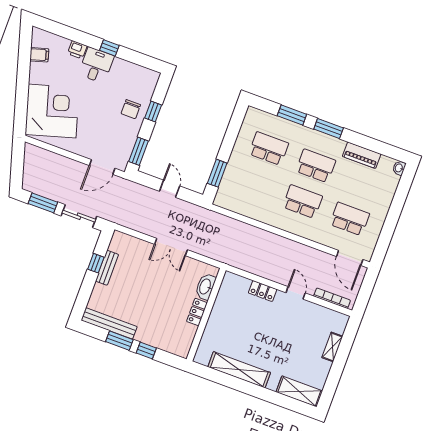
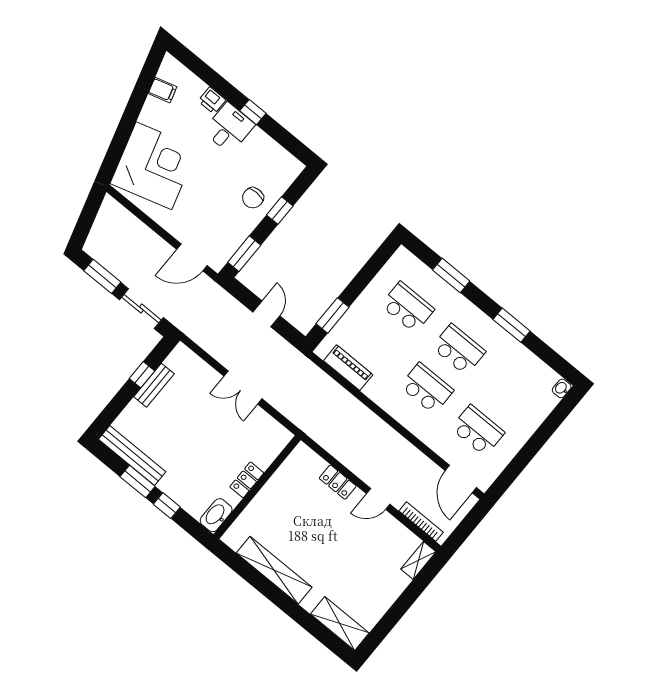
window: (329, 128) -> (511, 325), moved
piano: (362, 155) -> (348, 368), moved, turned 180
washbasin: (205, 287) -> (216, 515), moved
door: (296, 293) -> (378, 499), swing flipped
shelving: (332, 347) -> (418, 560), moved

